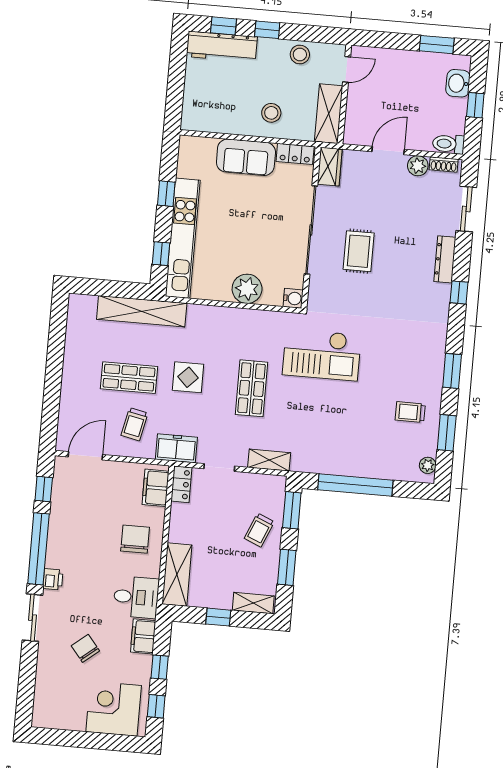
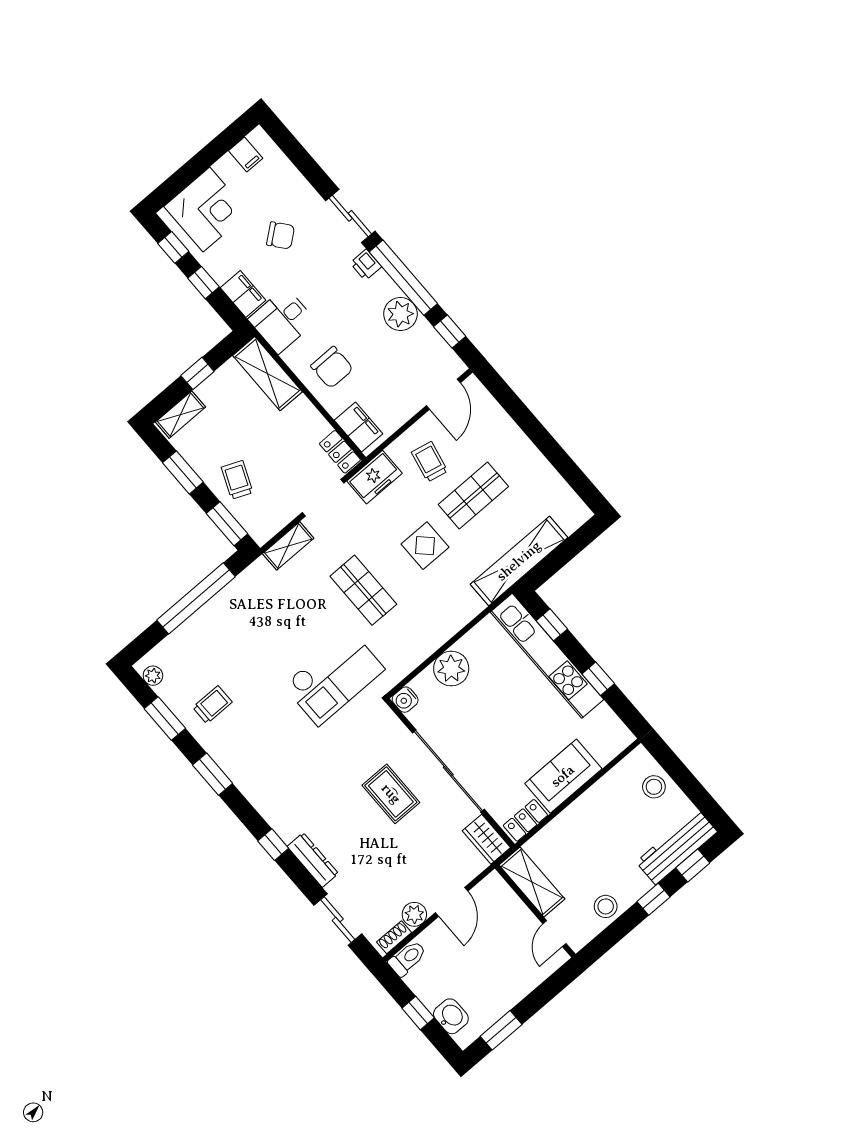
stool: (271, 113) -> (654, 787), moved
checkout: (322, 355) -> (334, 677), turned 180
doorway: (219, 467) -> (323, 498), width x1.38
plant: (62, 529) -> (400, 314), added
filing cabinet: (57, 717) -> (246, 154), added

